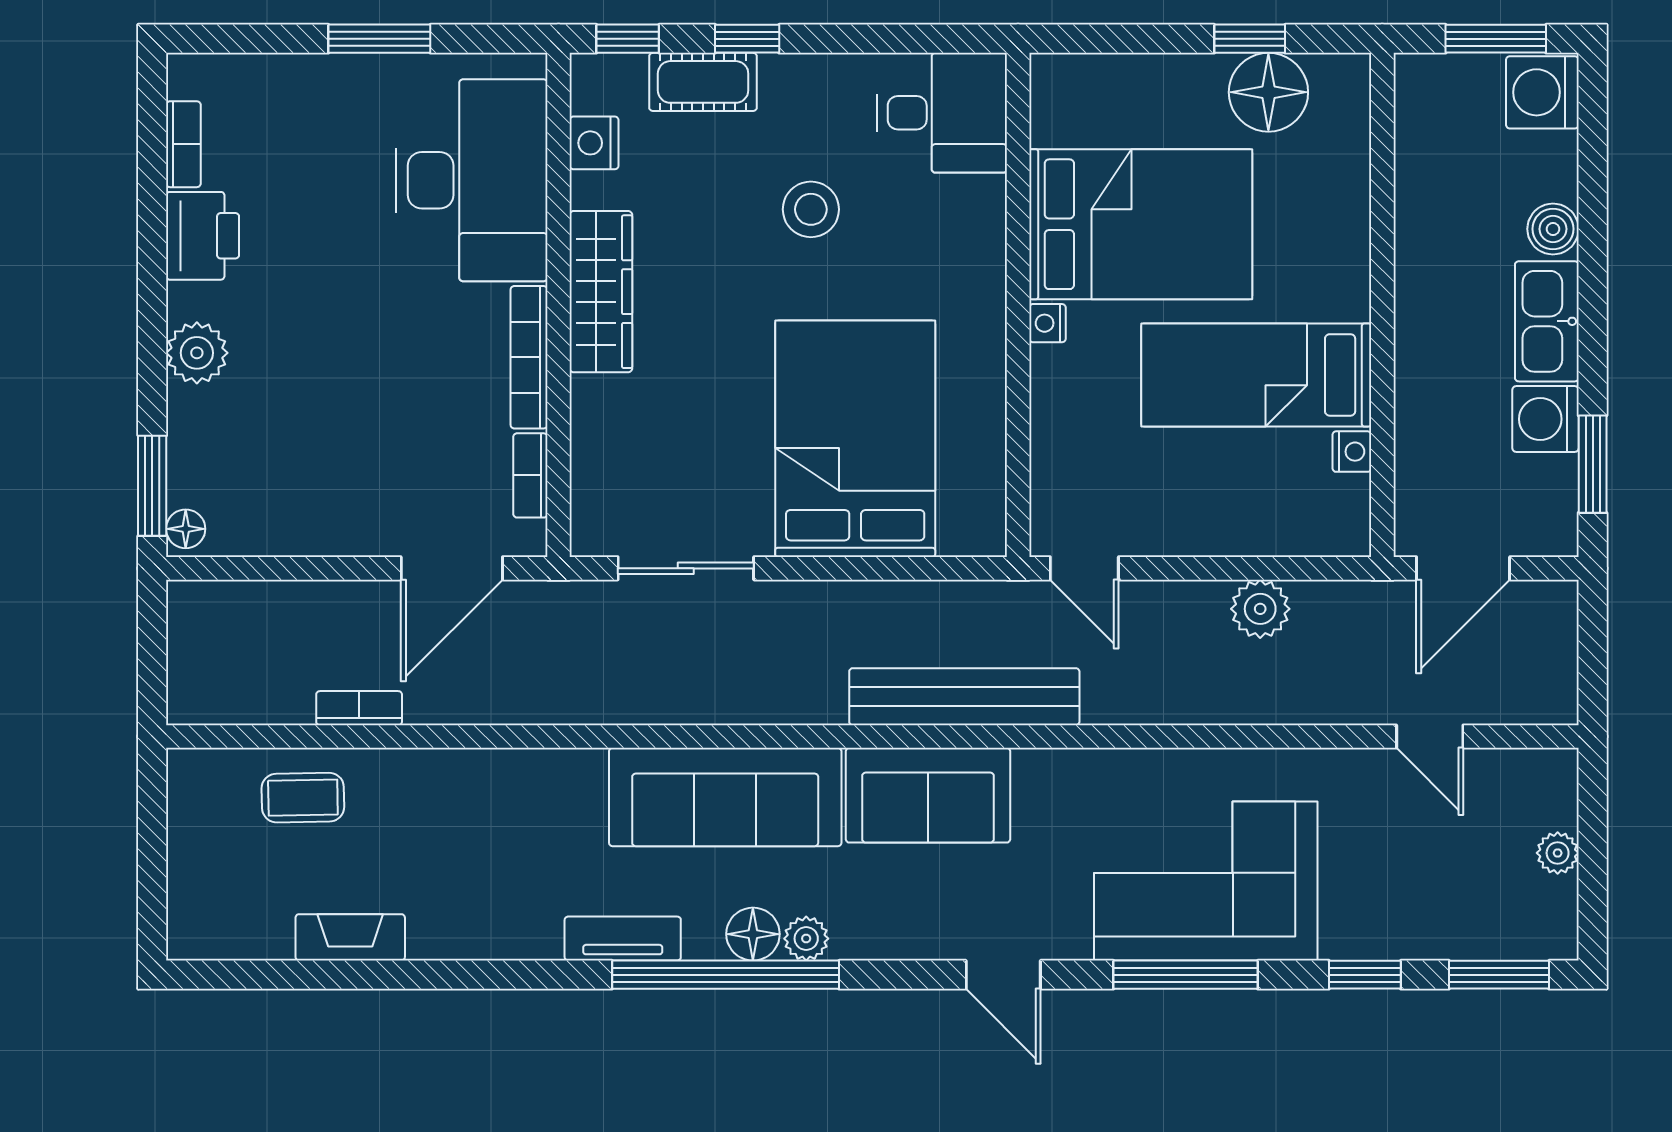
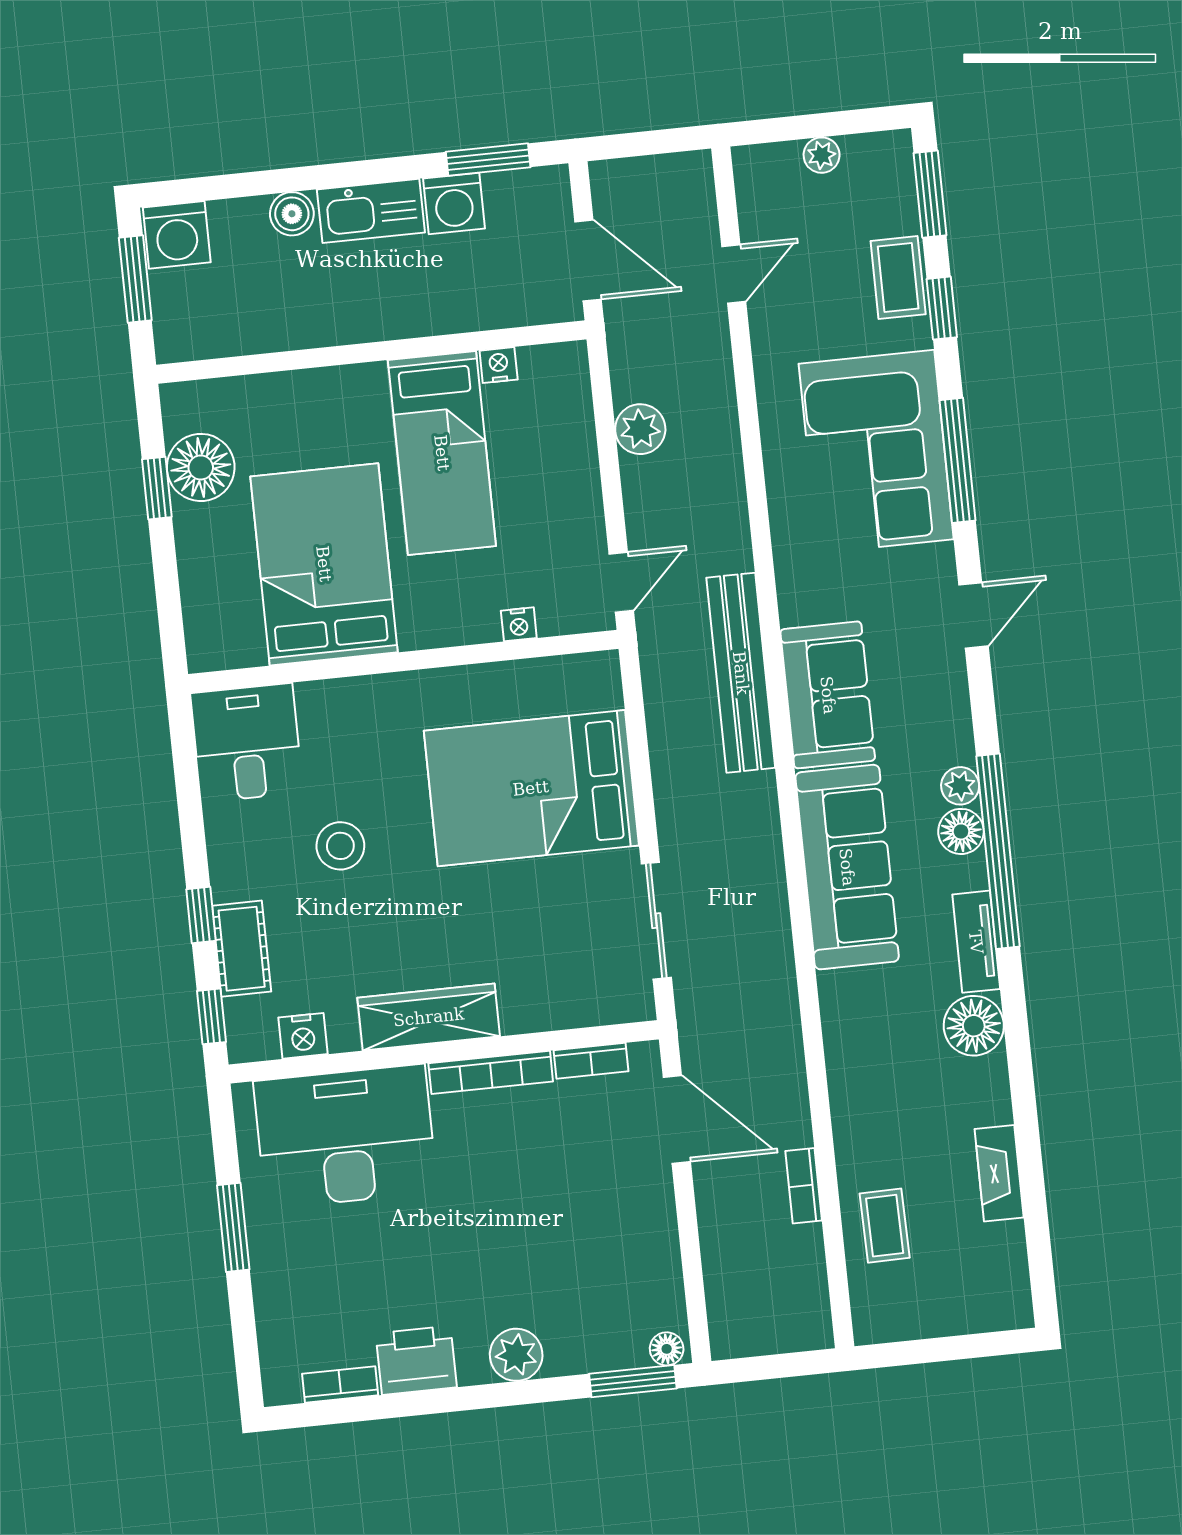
nightstand: (1047, 323) -> (519, 624), moved
floor lamp: (525, 926) -> (974, 1026), added
coffee table: (1406, 927) -> (898, 278), added

